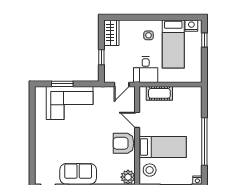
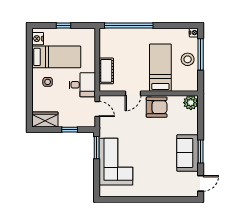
window: (204, 40) -> (63, 26), moved
window: (62, 84) -> (97, 148), moved
window: (204, 141) -> (129, 26), moved
armchair: (124, 143) -> (157, 107), turned -90
stool: (150, 170) -> (188, 59), moved

